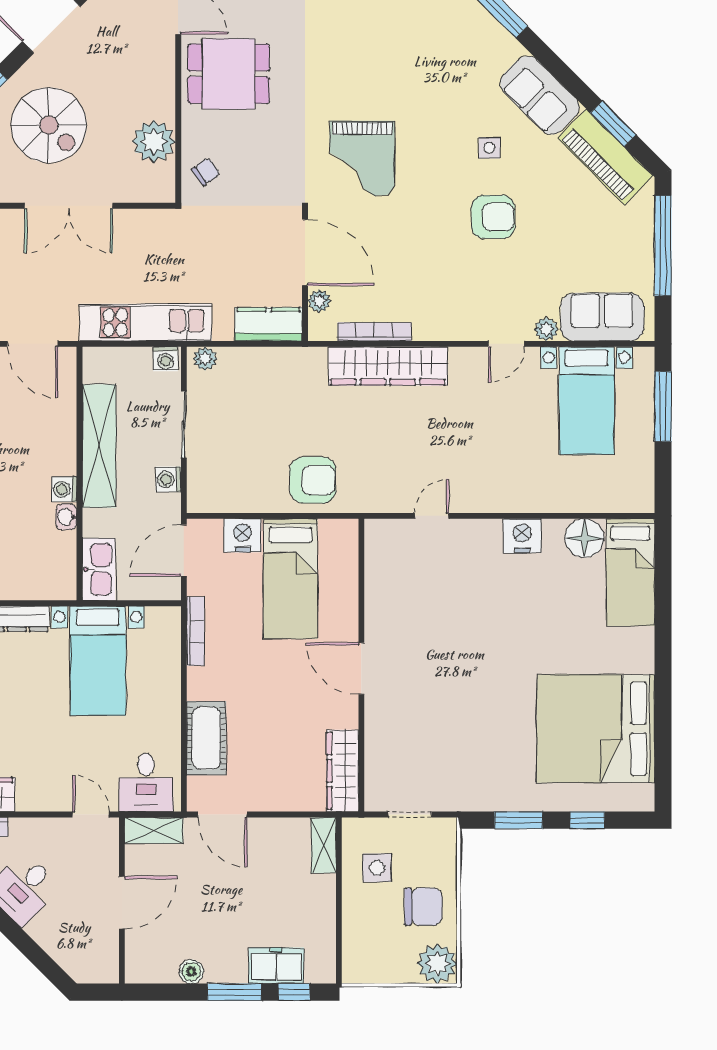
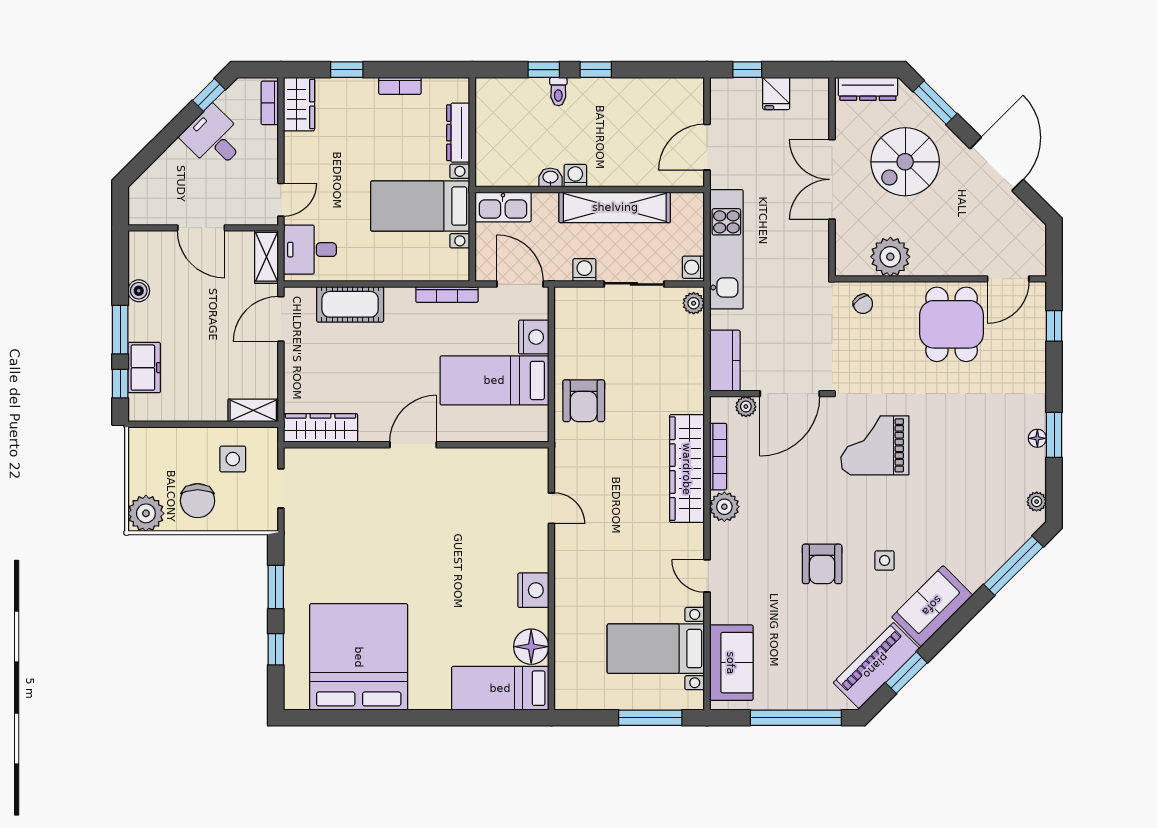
plant: (546, 329) -> (724, 507), moved, width x1.38, depth x1.38

